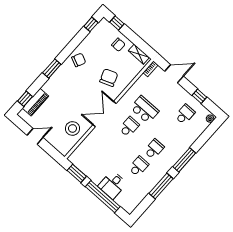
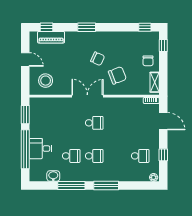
chair: (79, 60) -> (98, 59), moved
school desk: (145, 110) -> (117, 123), removed
stool: (72, 128) -> (46, 81), moved
washbasin: (142, 193) -> (53, 176), added

